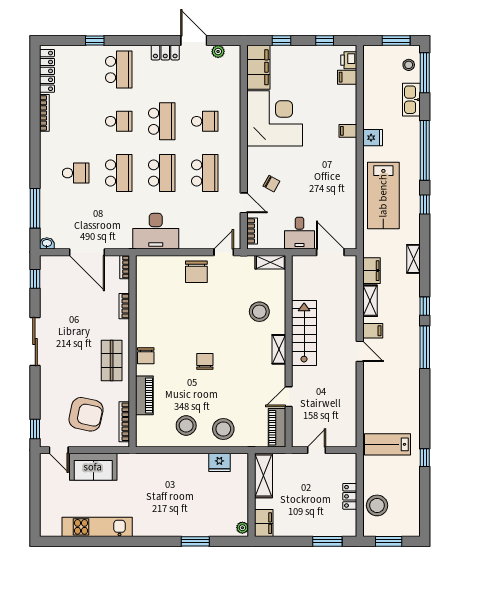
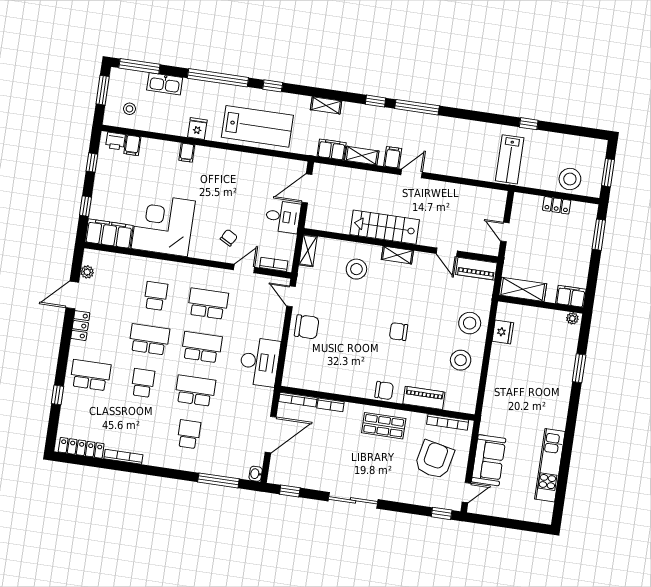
stool: (409, 65) -> (129, 109), moved
bookcase: (125, 267) -> (298, 400), width x1.56

